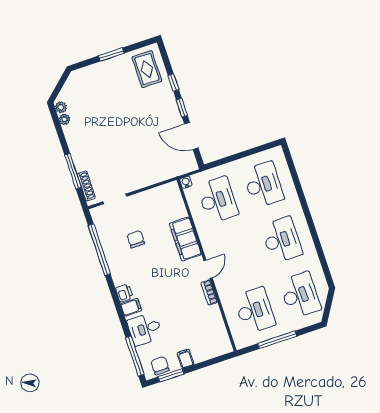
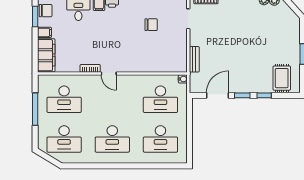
rug: (147, 69) -> (282, 78), turned 90
bench: (159, 176) -> (194, 59), added
filing cabinet: (185, 239) -> (46, 55), moved, turned 90

